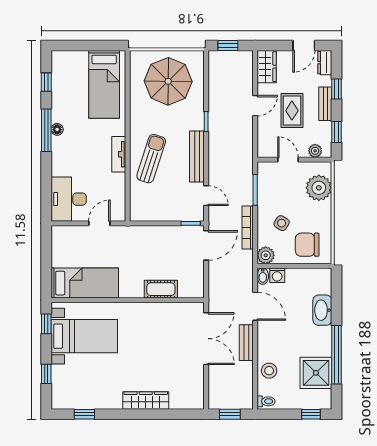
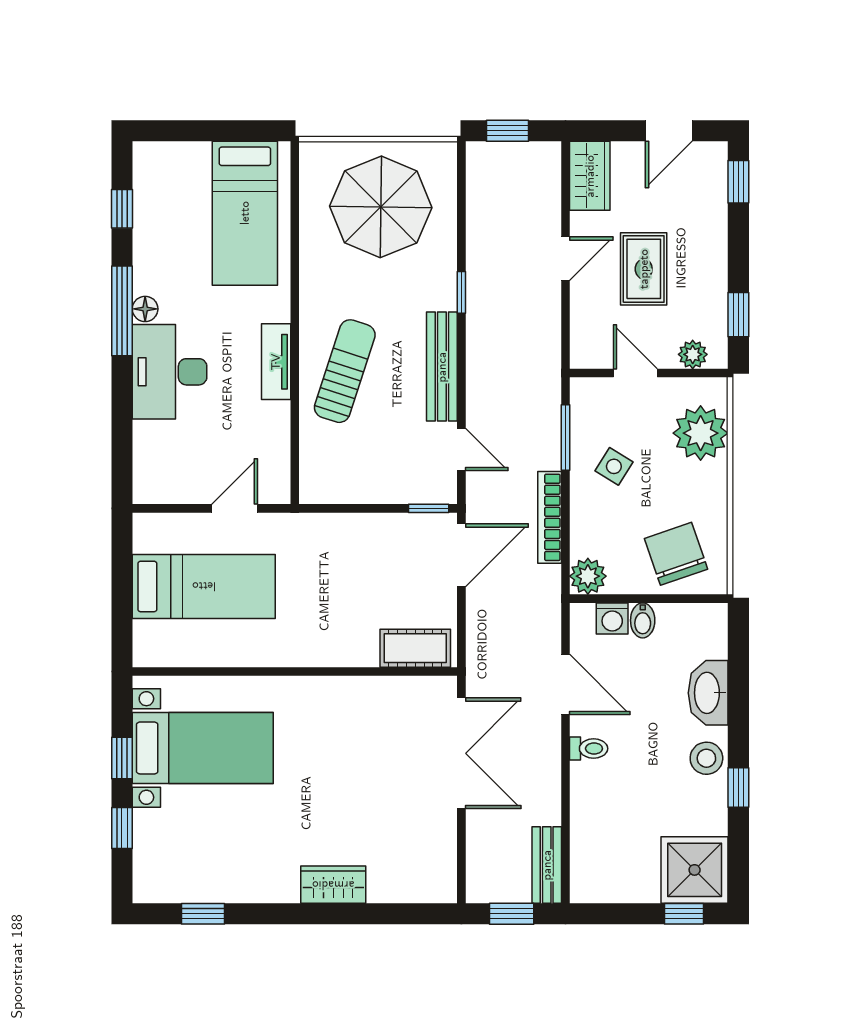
dresser: (325, 63) -> (713, 167), removed
window: (337, 89) -> (738, 182), moved
bench: (325, 104) -> (714, 255), removed
desk: (69, 199) -> (170, 372), moved
side table: (282, 223) -> (614, 466), moved
chair: (307, 245) -> (676, 554), turned 71
bidet: (263, 276) -> (643, 620), moved
bed: (85, 283) -> (204, 586), moved
cot: (161, 289) -> (415, 648), moved
window: (46, 324) -> (122, 758), moved
bench: (246, 343) -> (547, 865), moved
window: (337, 355) -> (738, 787), width x0.32
stool: (269, 371) -> (706, 758), moved
shower: (316, 373) -> (695, 870), moved
wardrobe: (146, 401) -> (333, 885), width x0.67
toilet: (266, 401) -> (589, 749), moved

